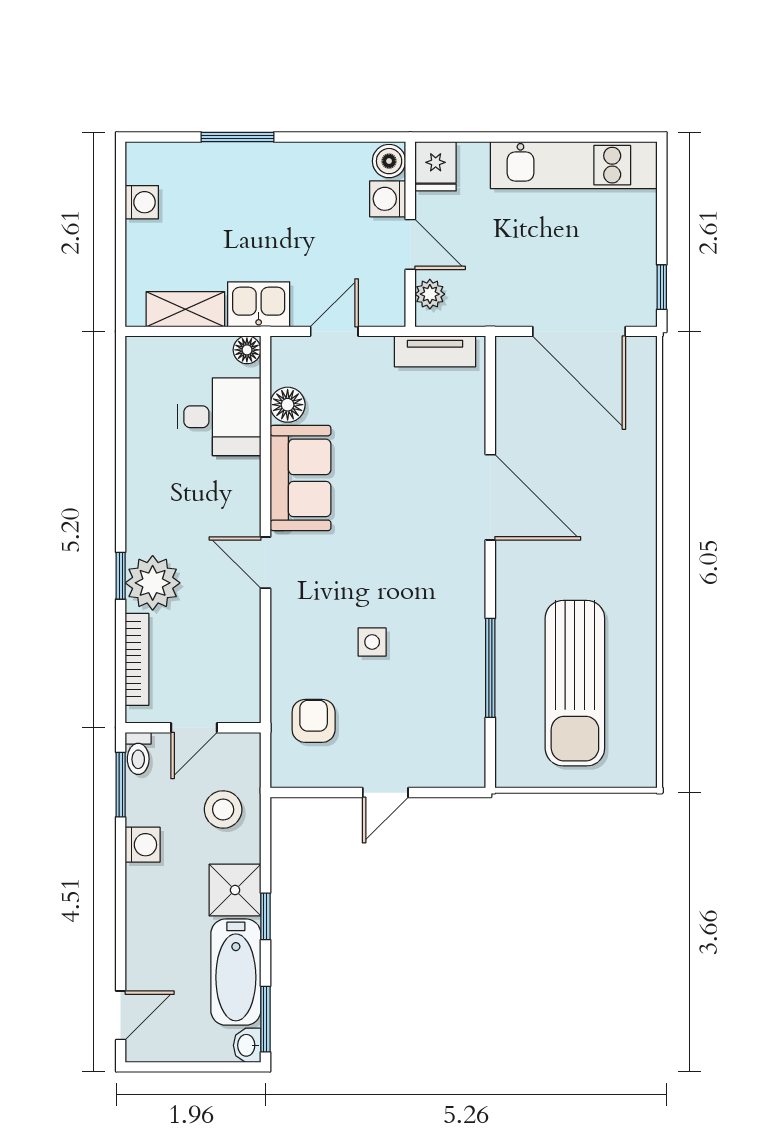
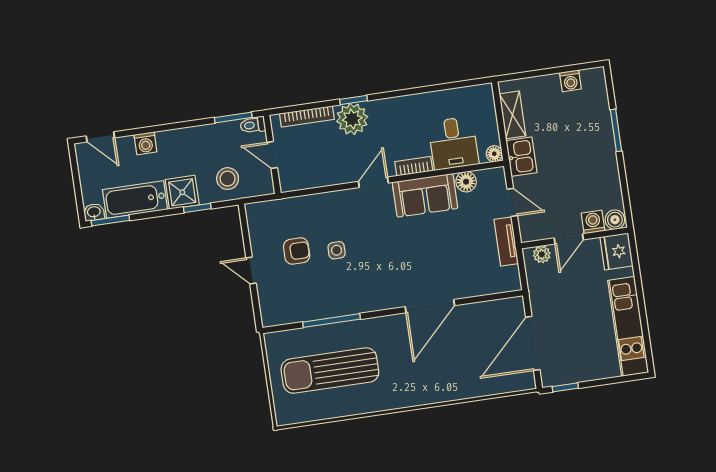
fridge: (436, 166) -> (616, 251), width x1.38
tv unit: (435, 351) -> (506, 241), moved
bookcase: (248, 490) -> (414, 166), added
armchair: (314, 721) -> (297, 251), moved
washing machine: (143, 845) -> (145, 143), moved
window: (265, 916) -> (197, 208), moved

